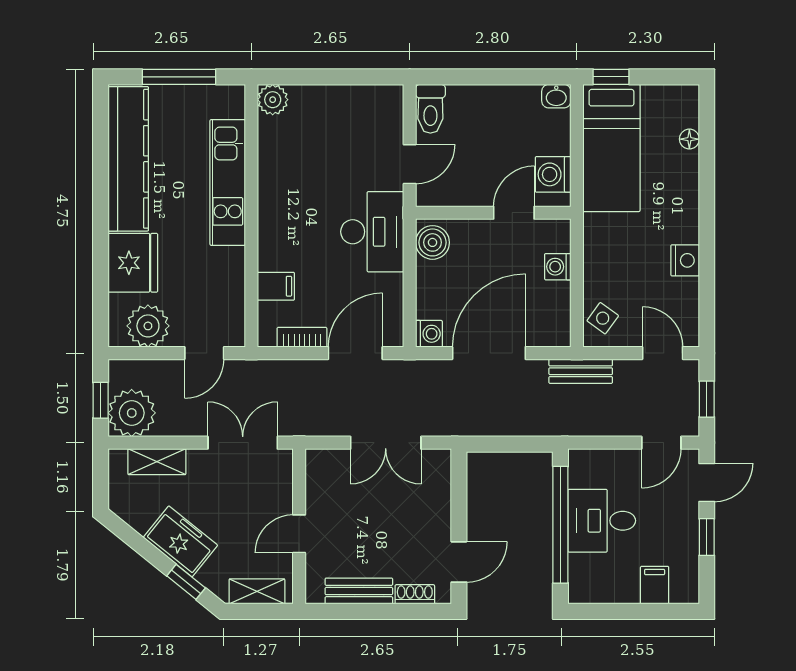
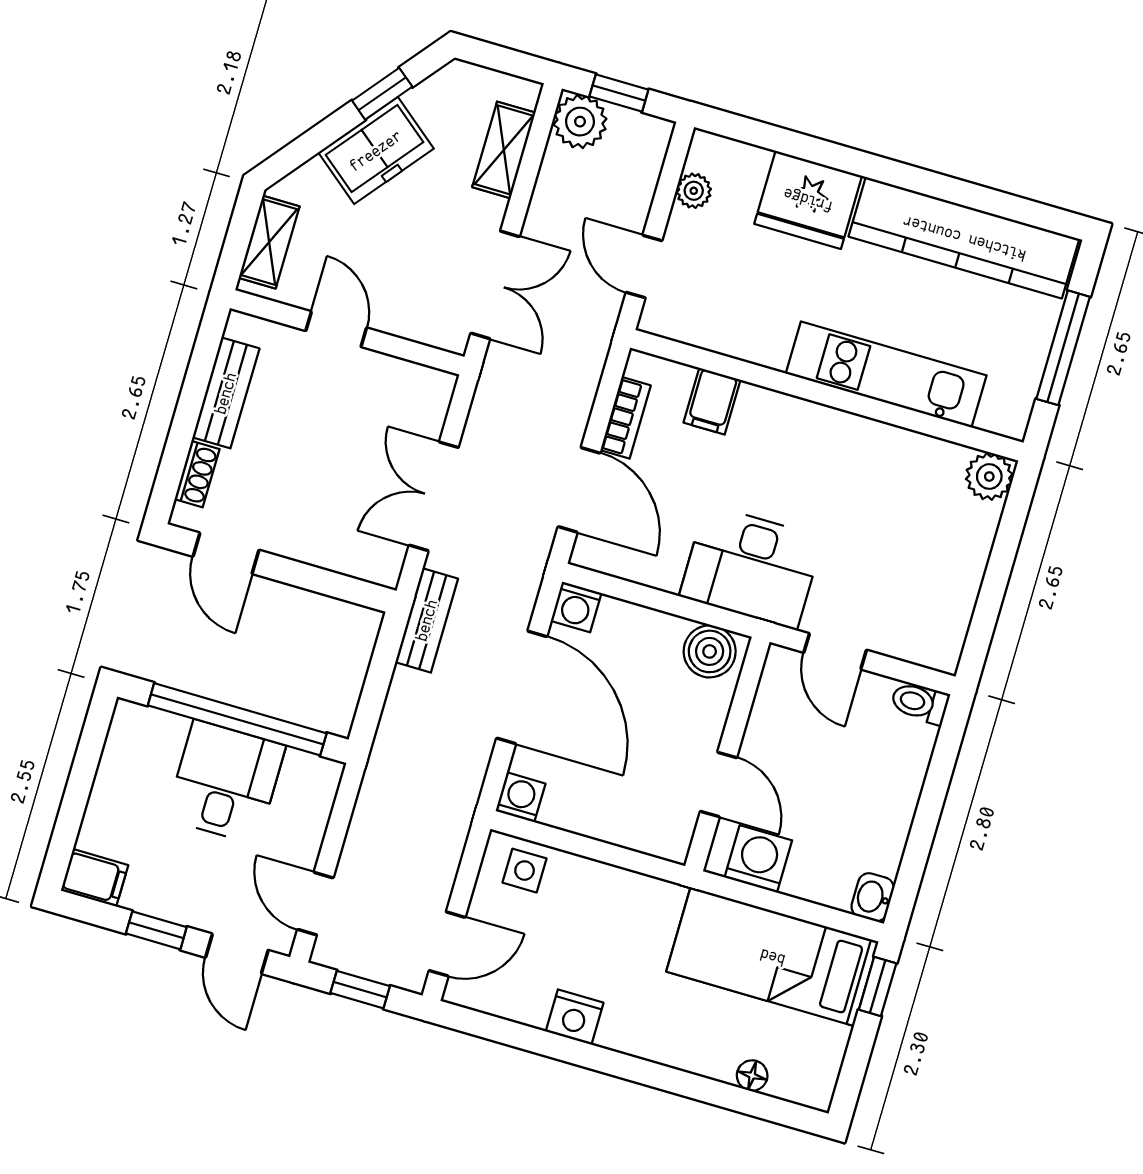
toilet: (430, 109) -> (920, 703), width x0.73, depth x0.72
washing machine: (558, 267) -> (520, 797), moved
side table: (603, 318) -> (525, 871), turned -36
plant: (148, 326) -> (694, 191), width x0.53, depth x0.53
bench: (581, 371) -> (427, 620), moved
plant: (132, 413) -> (580, 122), width x0.73, depth x0.73
window: (186, 582) -> (382, 94), moved
filing cabinet: (655, 585) -> (94, 878), moved

